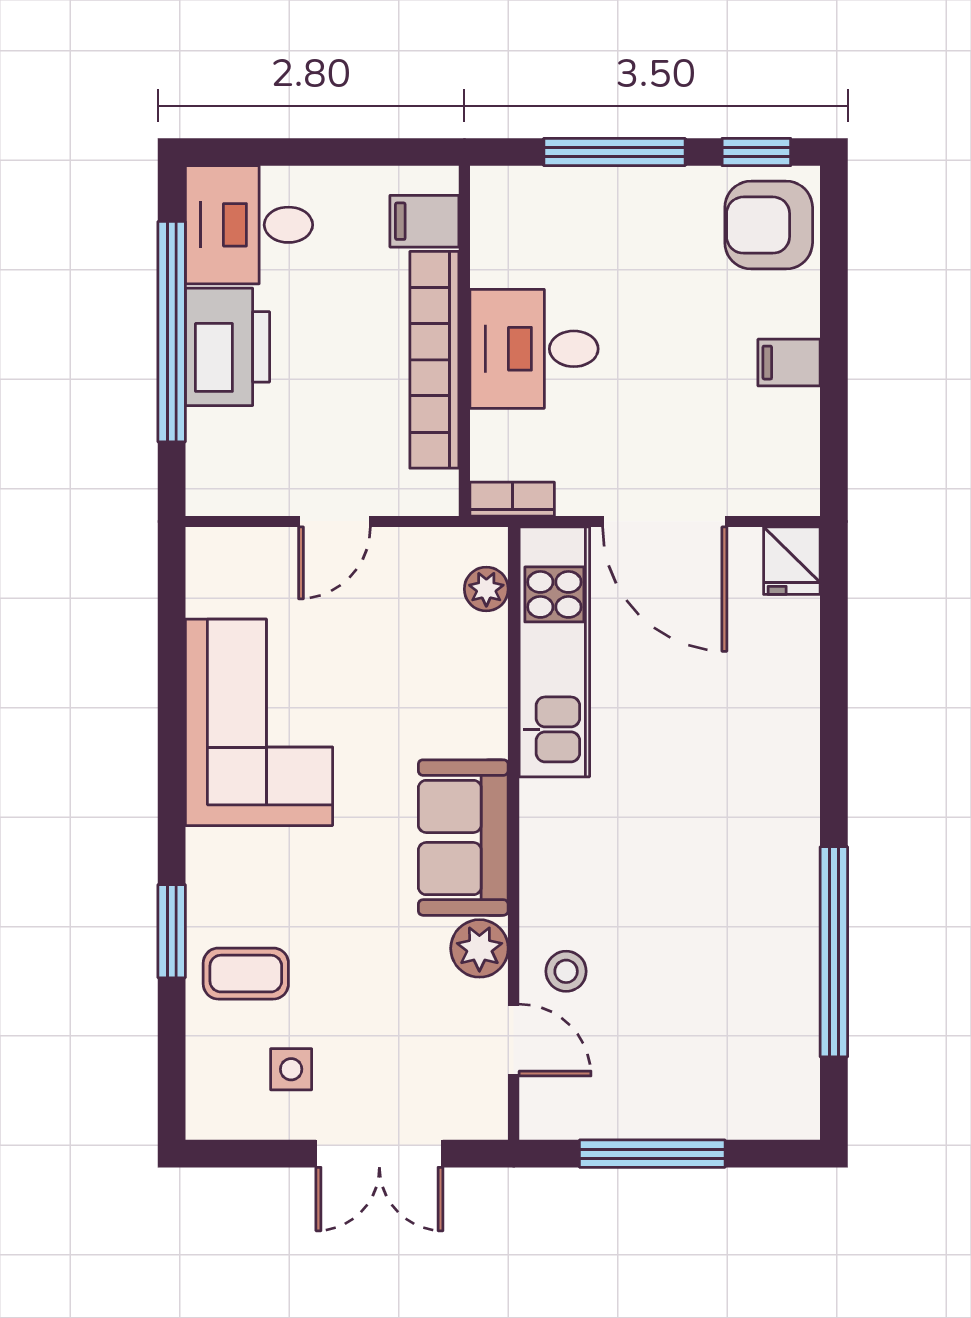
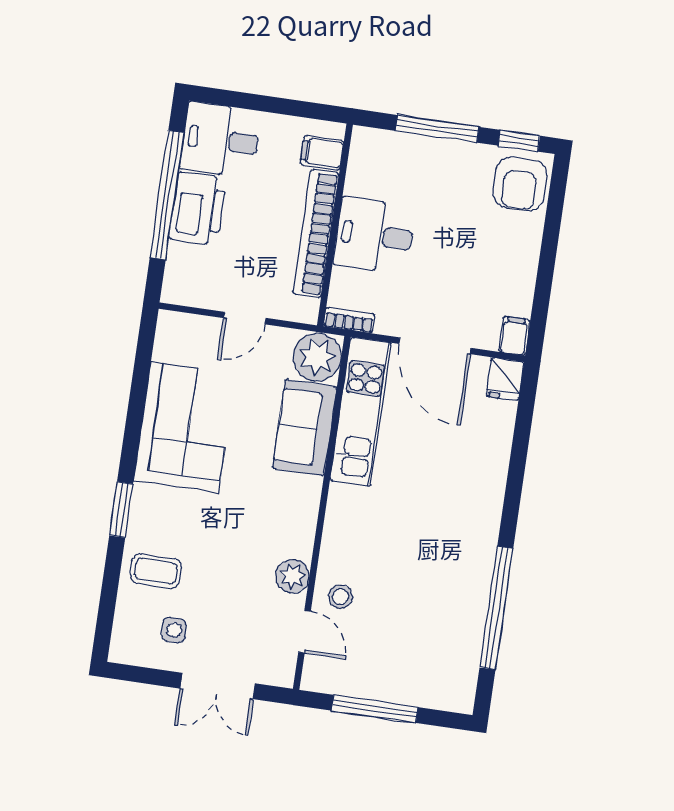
armchair: (769, 225) -> (520, 184), turned -90
filing cabinet: (789, 363) -> (514, 336), moved, turned 90
plant: (486, 589) -> (317, 357), width x1.88, depth x1.88
sofa: (463, 838) -> (305, 428), moved
window: (172, 931) -> (121, 510), moved

